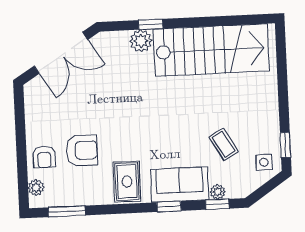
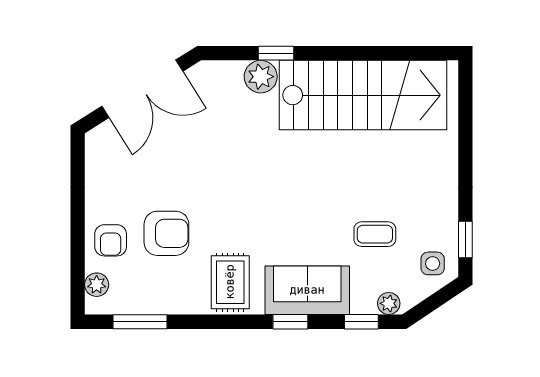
coffee table: (224, 144) -> (375, 234), turned -60
plant: (218, 192) -> (389, 303), moved

